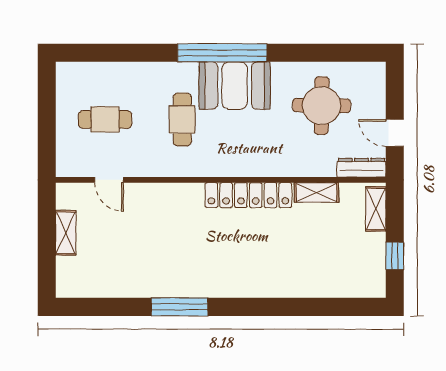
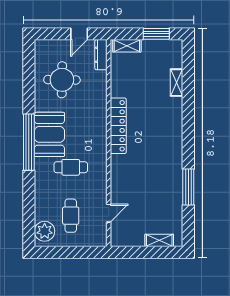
plant: (80, 78) -> (45, 231), added
shelving: (316, 192) -> (177, 83), moved
shelving: (66, 233) -> (159, 240), moved
window: (395, 256) -> (156, 34), width x1.50
window: (179, 307) -> (188, 187), moved

